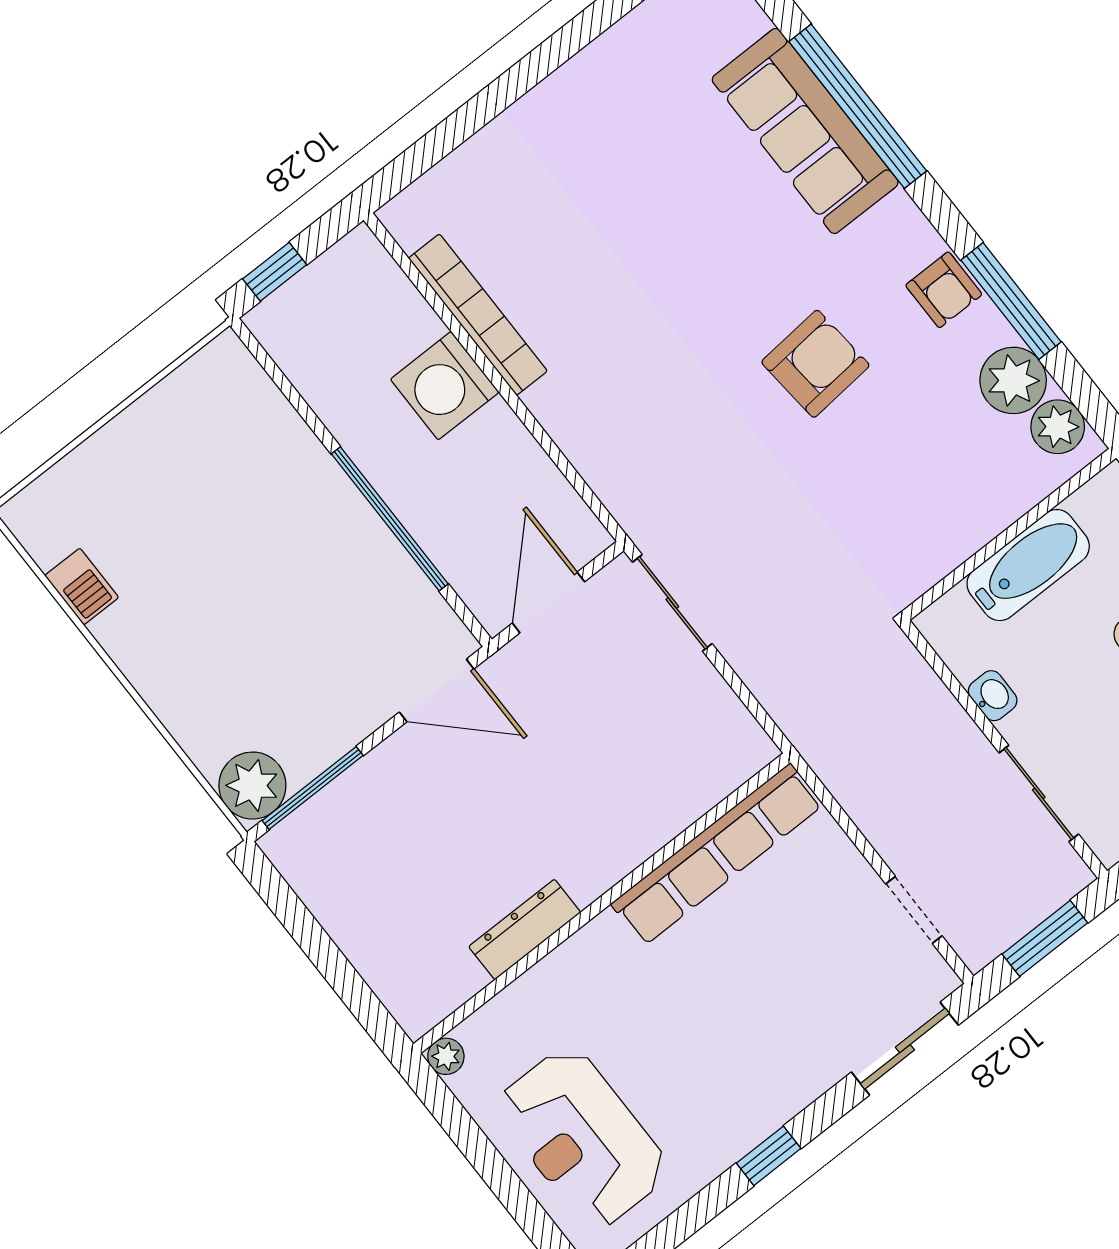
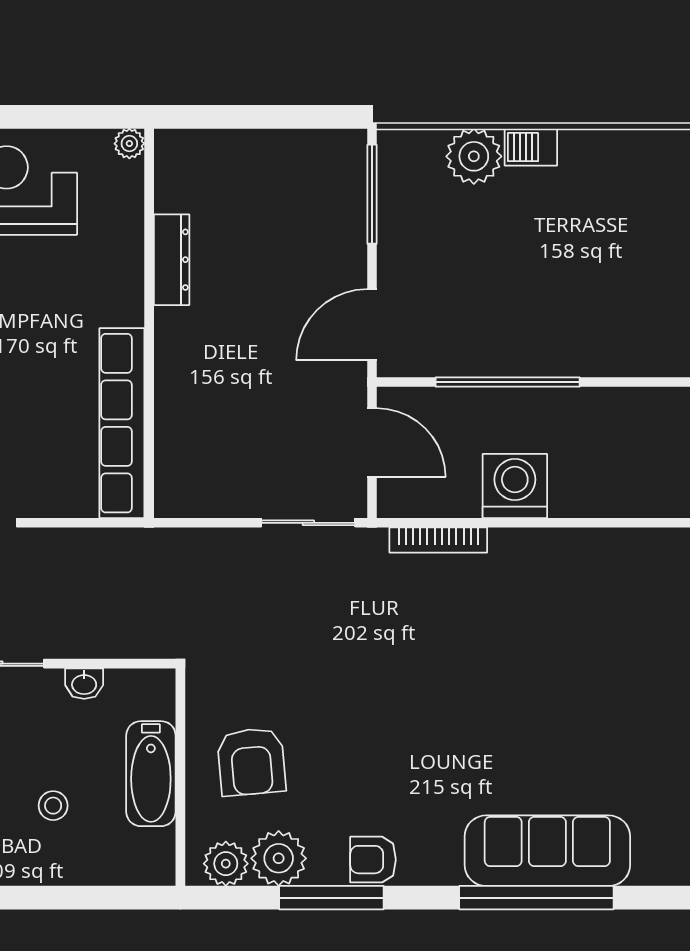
bookcase: (478, 315) -> (438, 540), moved, width x0.68, depth x0.76
armchair: (815, 364) -> (251, 762), moved
washing machine: (445, 386) -> (515, 486), moved
barbecue: (82, 586) -> (531, 147), moved
plant: (252, 786) -> (474, 156), moved

